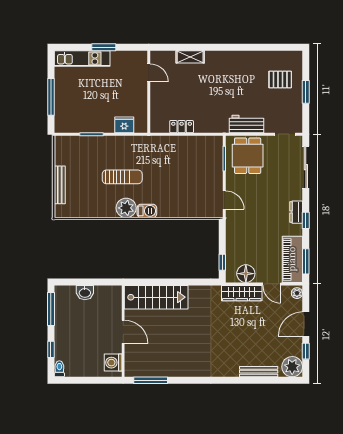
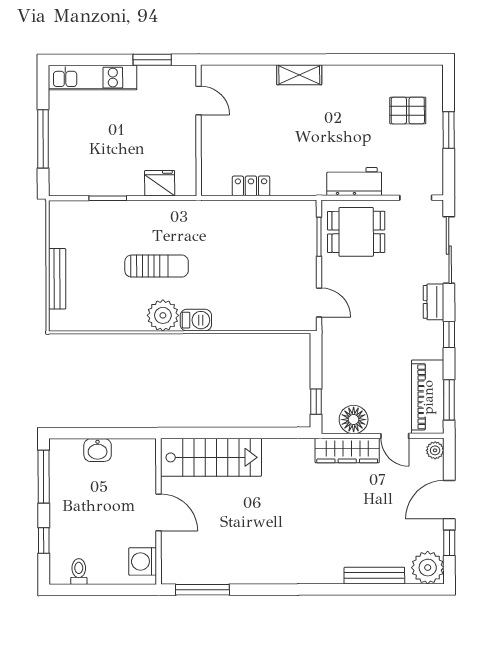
window: (104, 47) -> (152, 60), moved
shelving: (190, 57) -> (299, 75), moved
dining table: (248, 156) -> (356, 232), turned 90
dresser: (296, 212) -> (433, 302), moved
toilet: (59, 369) -> (79, 572), moved

